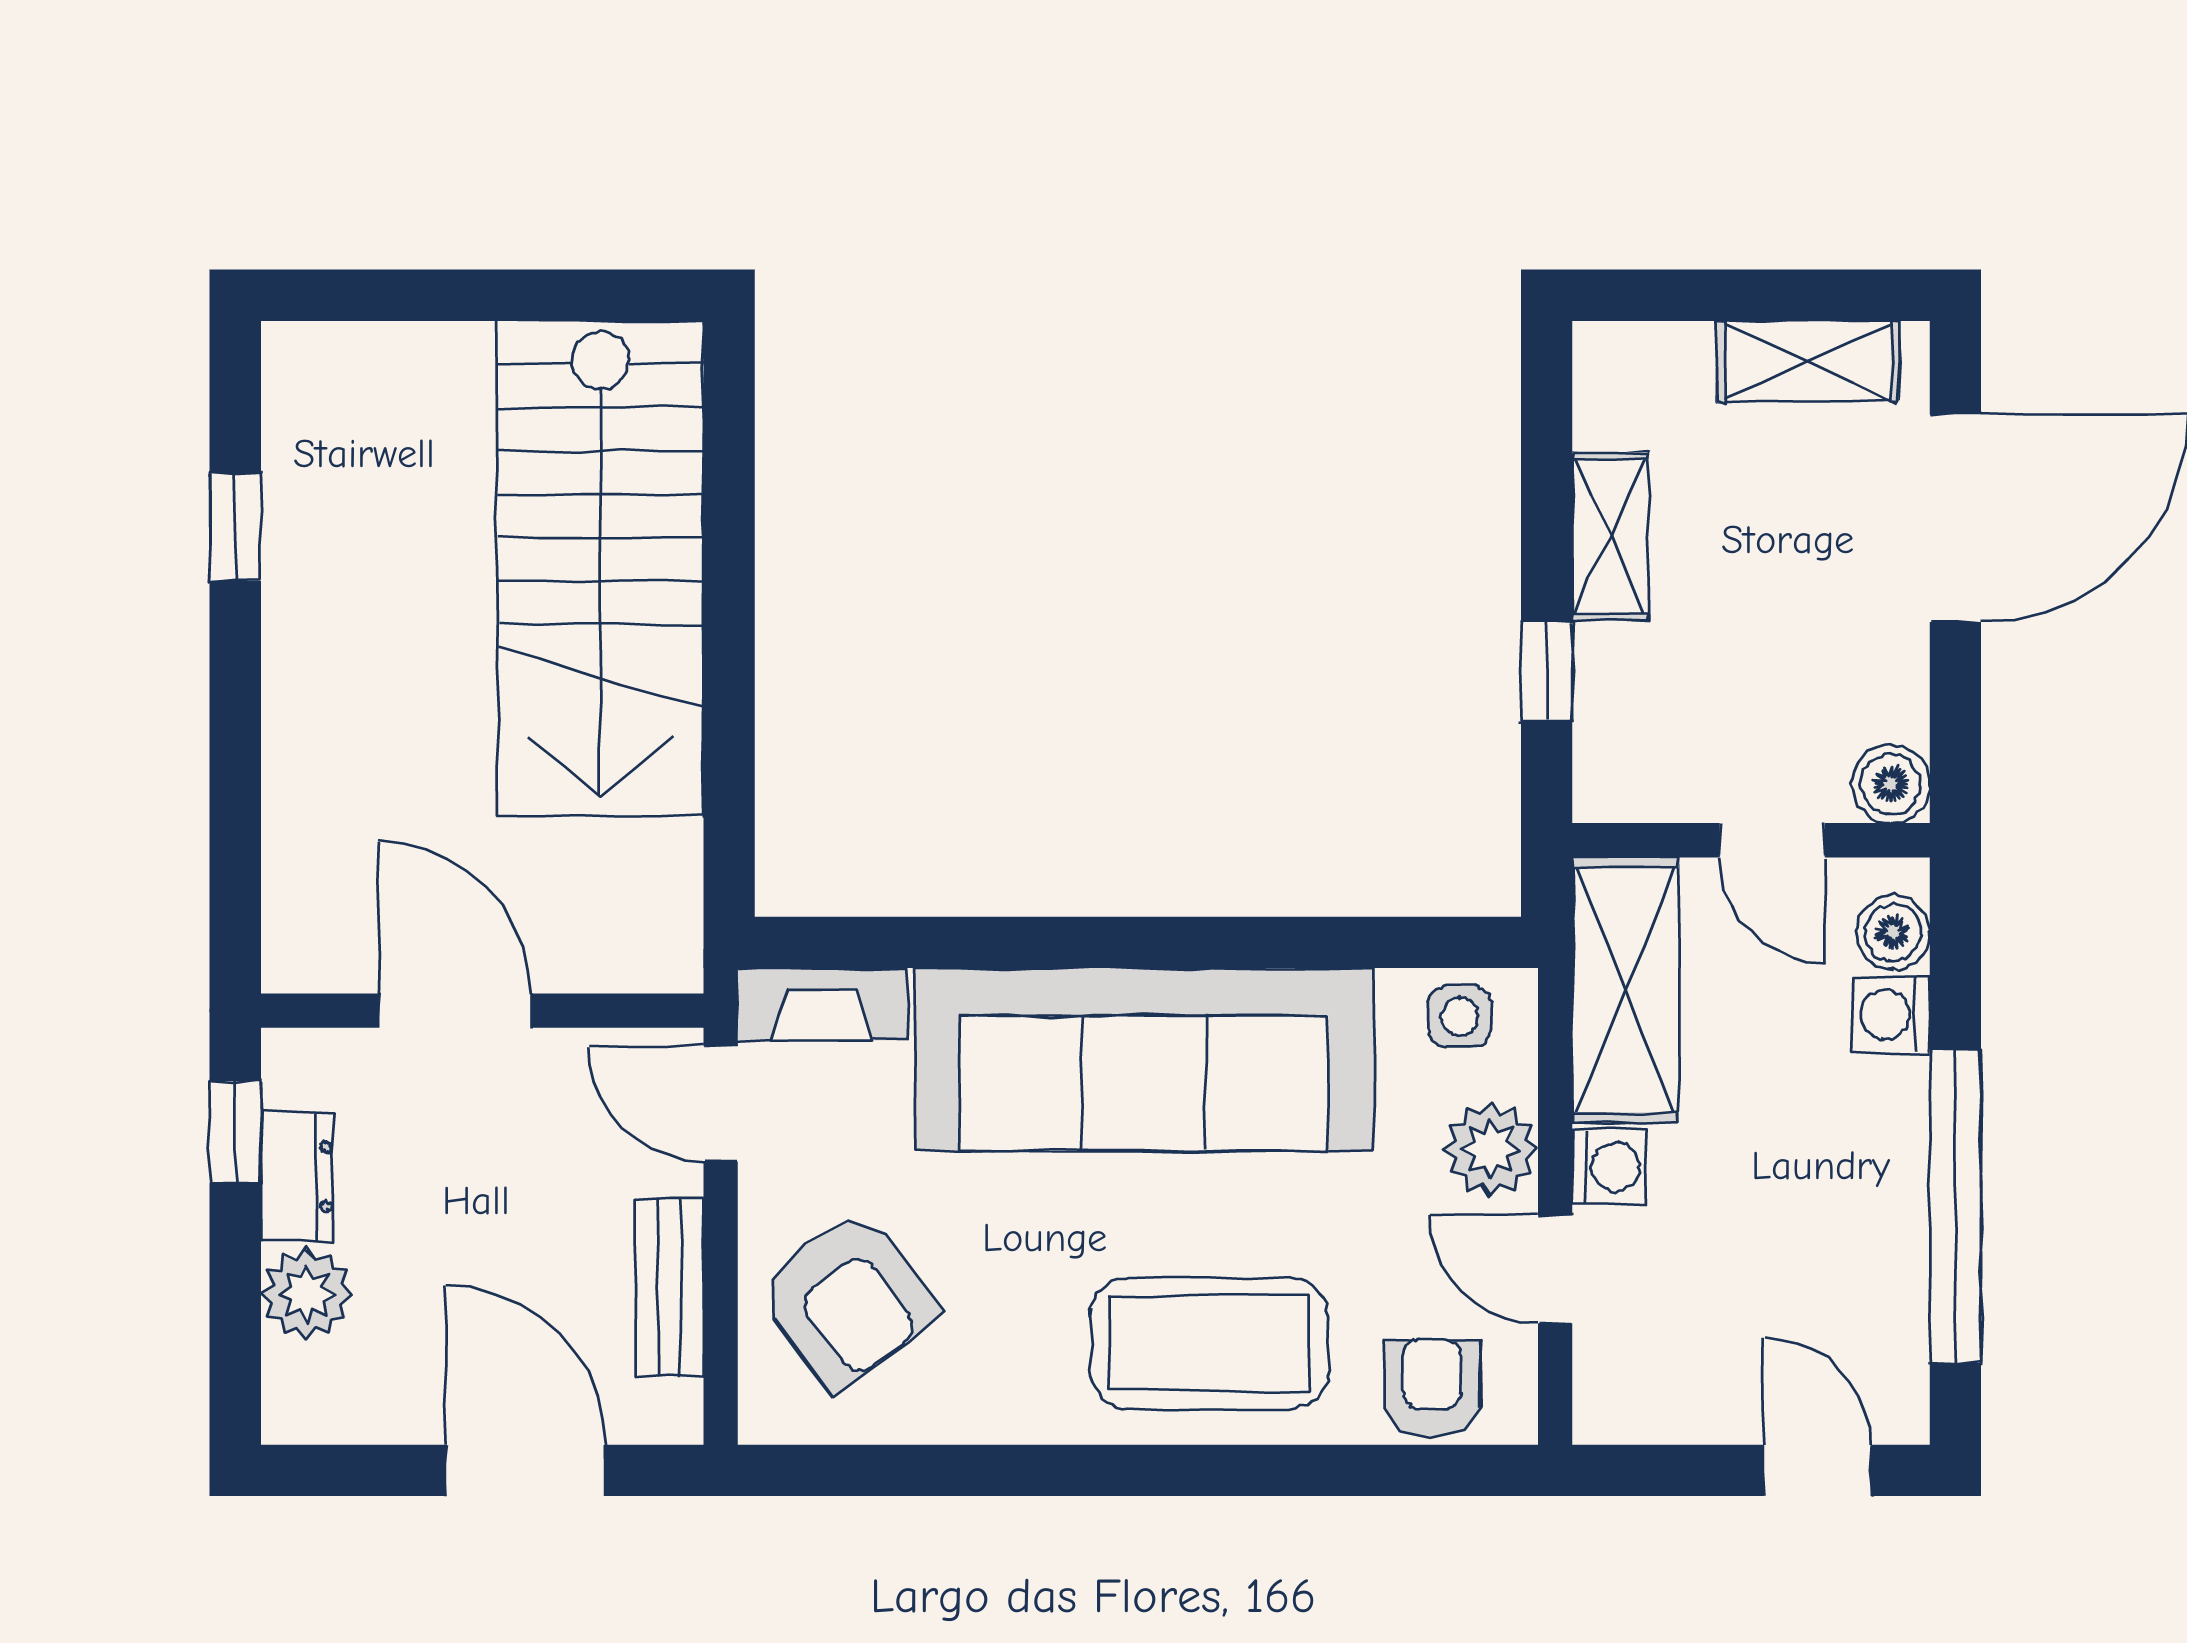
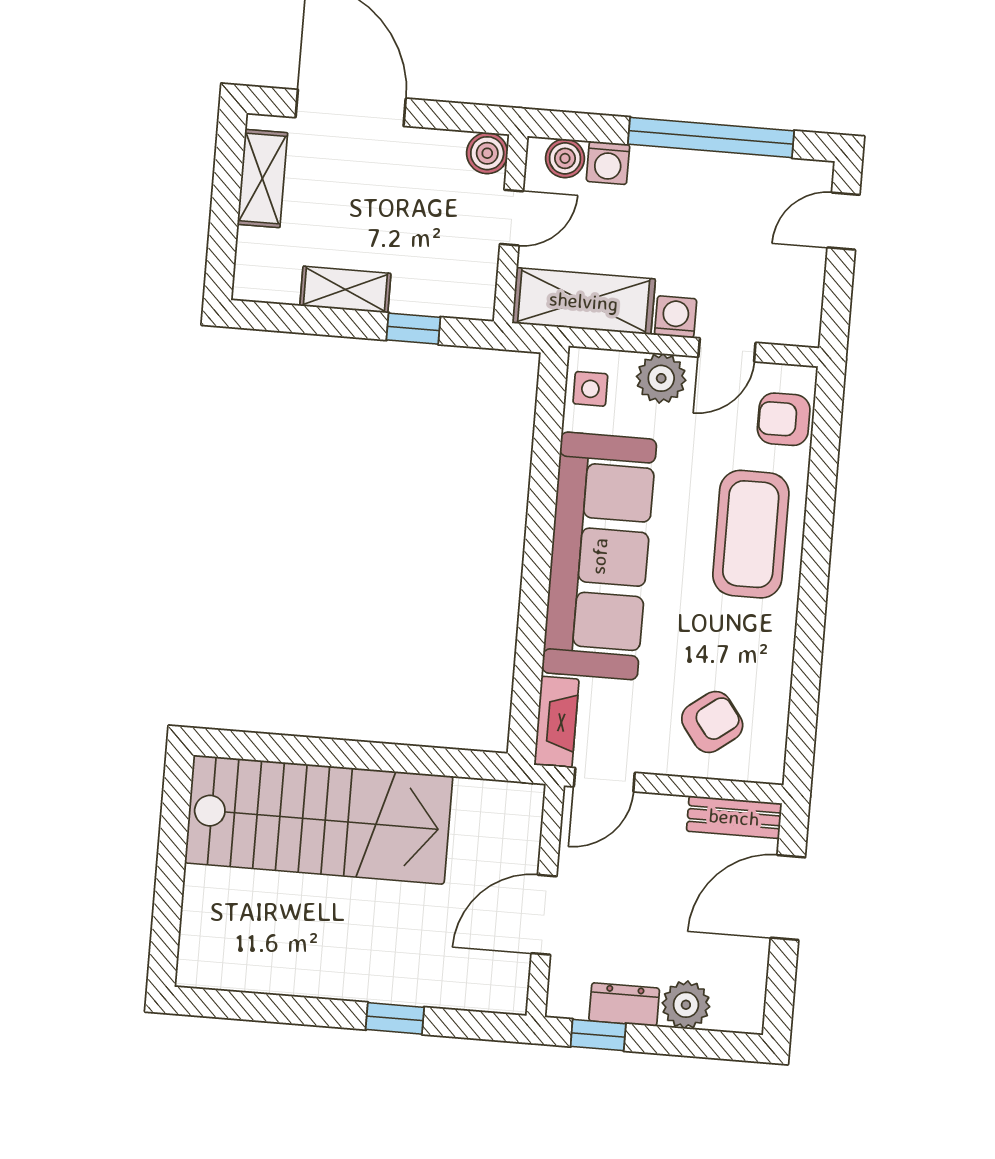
window: (235, 527) -> (395, 1018), moved
bench: (670, 1287) -> (734, 817), moved
armchair: (847, 1299) -> (712, 722), width x0.72, depth x0.72

